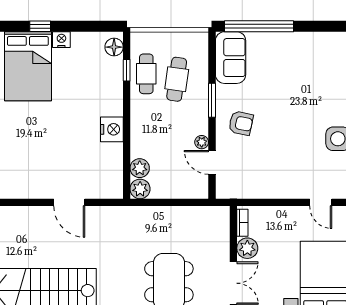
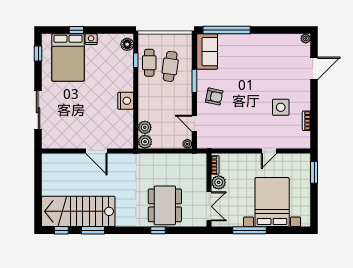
plant: (202, 142) -> (187, 144), moved
door: (321, 202) -> (269, 151), hinge flipped

